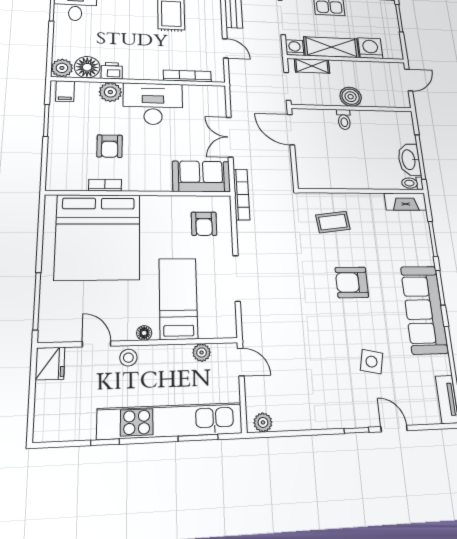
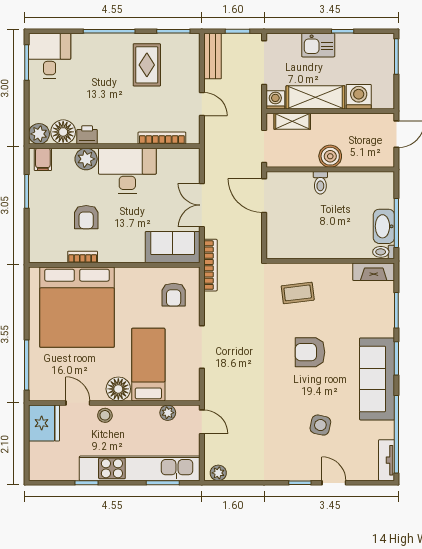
floor lamp: (144, 333) -> (118, 389), width x1.89, depth x1.89
fridge: (50, 363) -> (44, 423), width x1.36, depth x1.34

